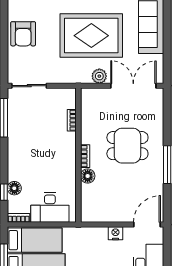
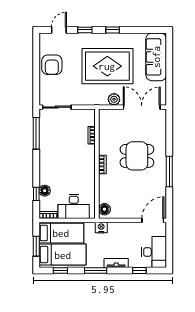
floor lamp: (88, 176) -> (104, 209), moved
nightstand: (115, 233) -> (101, 227), moved

